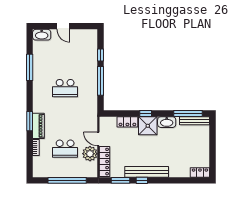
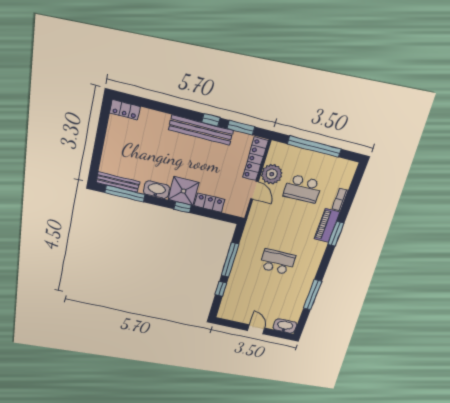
school desk: (65, 149) -> (303, 189), turned 180

